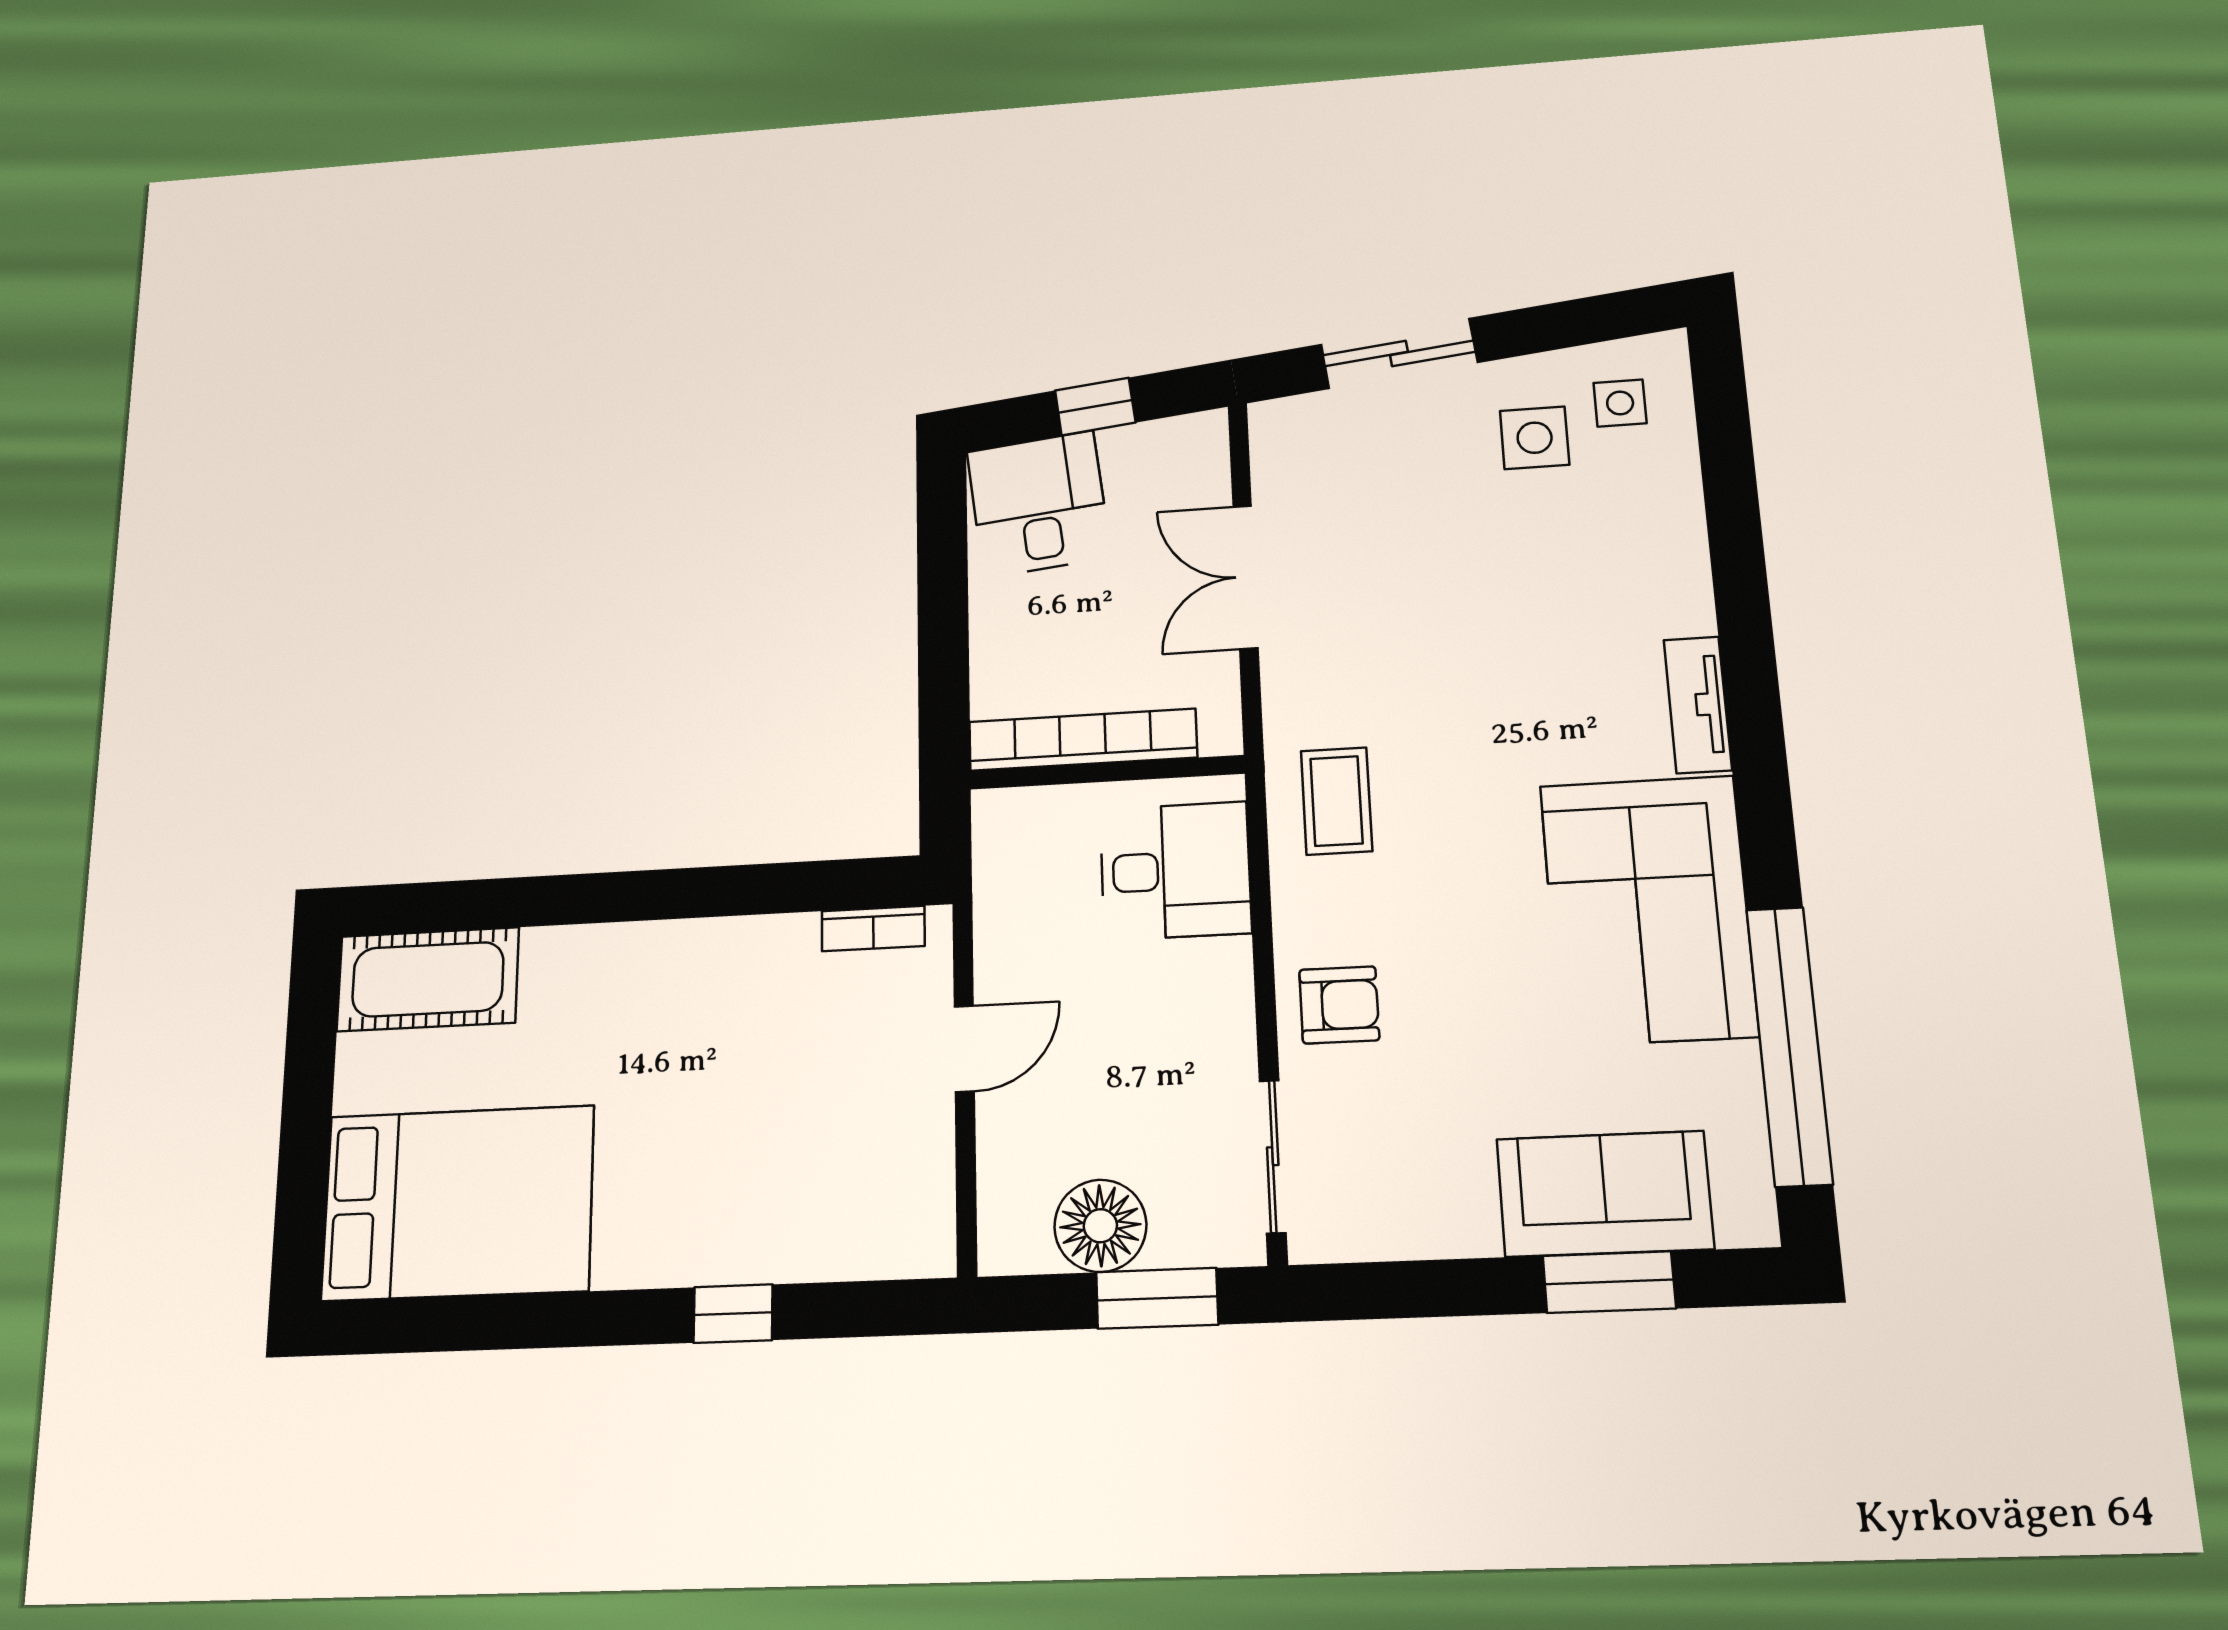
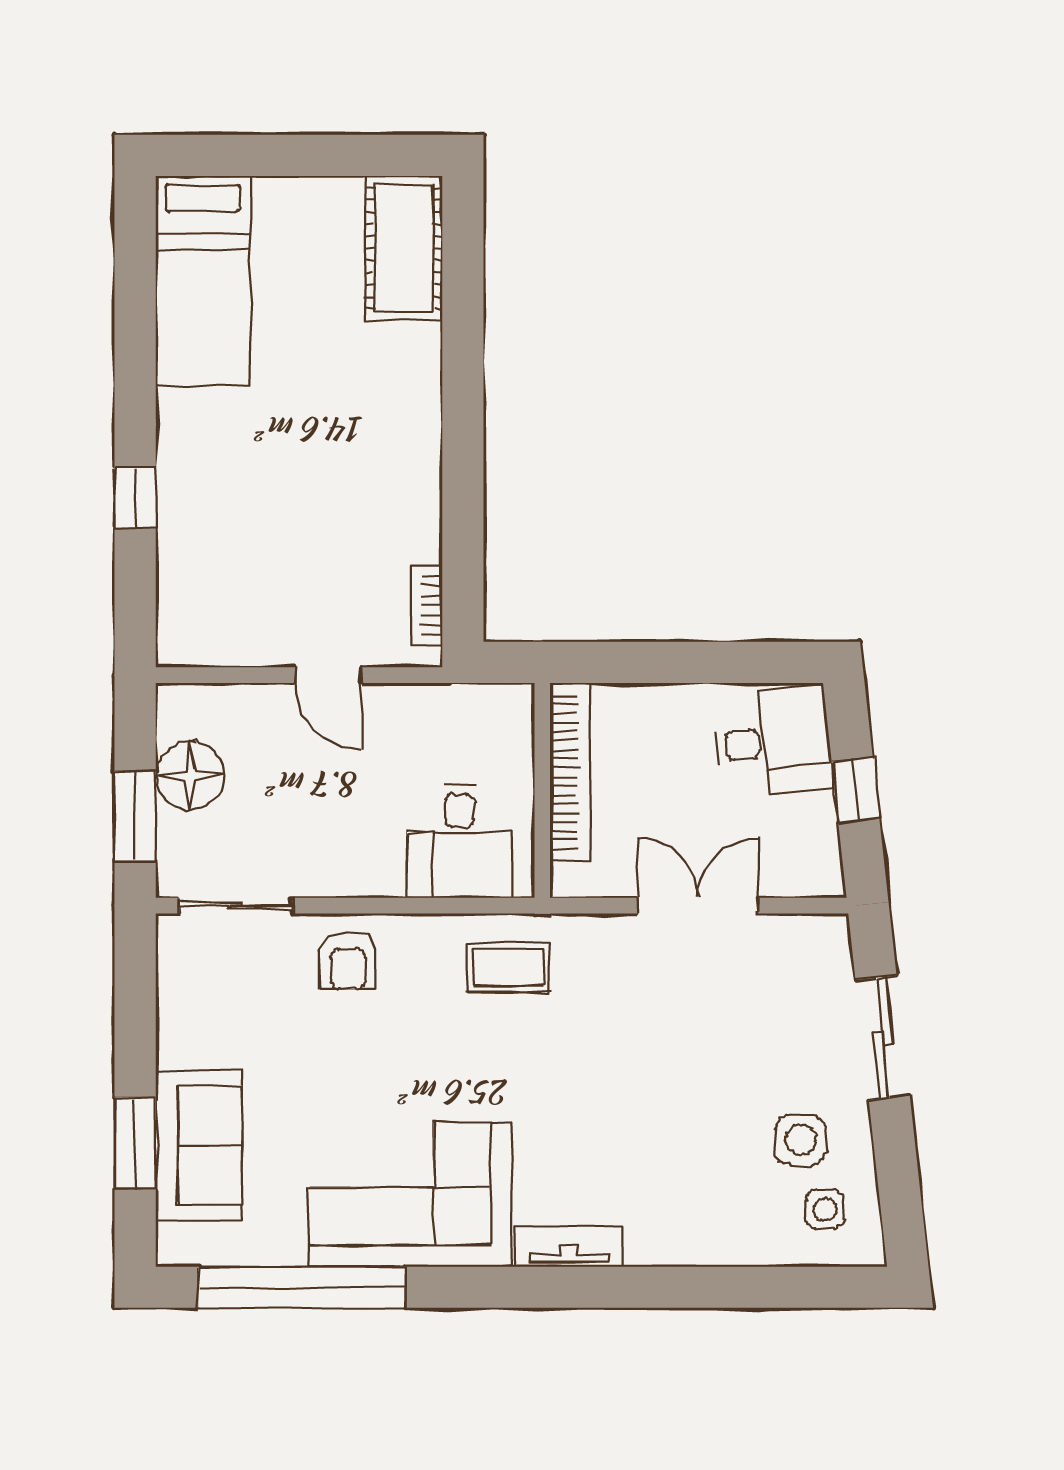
bed: (458, 1203) -> (203, 281), width x0.67

